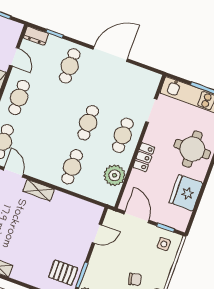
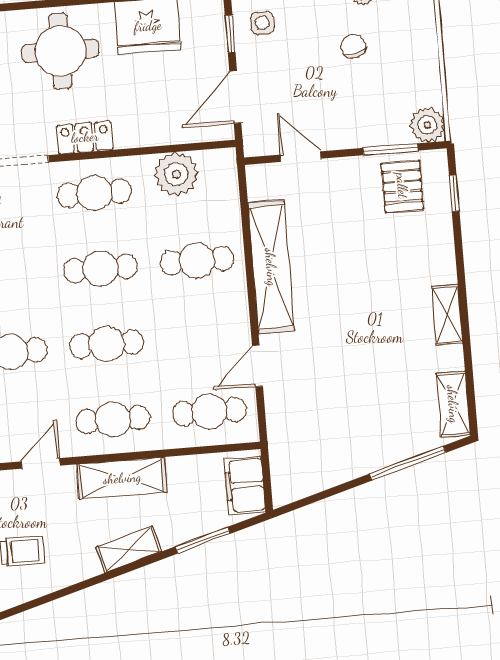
cafe table: (54, 110) -> (107, 344), added
locker: (144, 157) -> (85, 137), moved
shelving: (39, 190) -> (271, 267), width x2.20, depth x1.33

